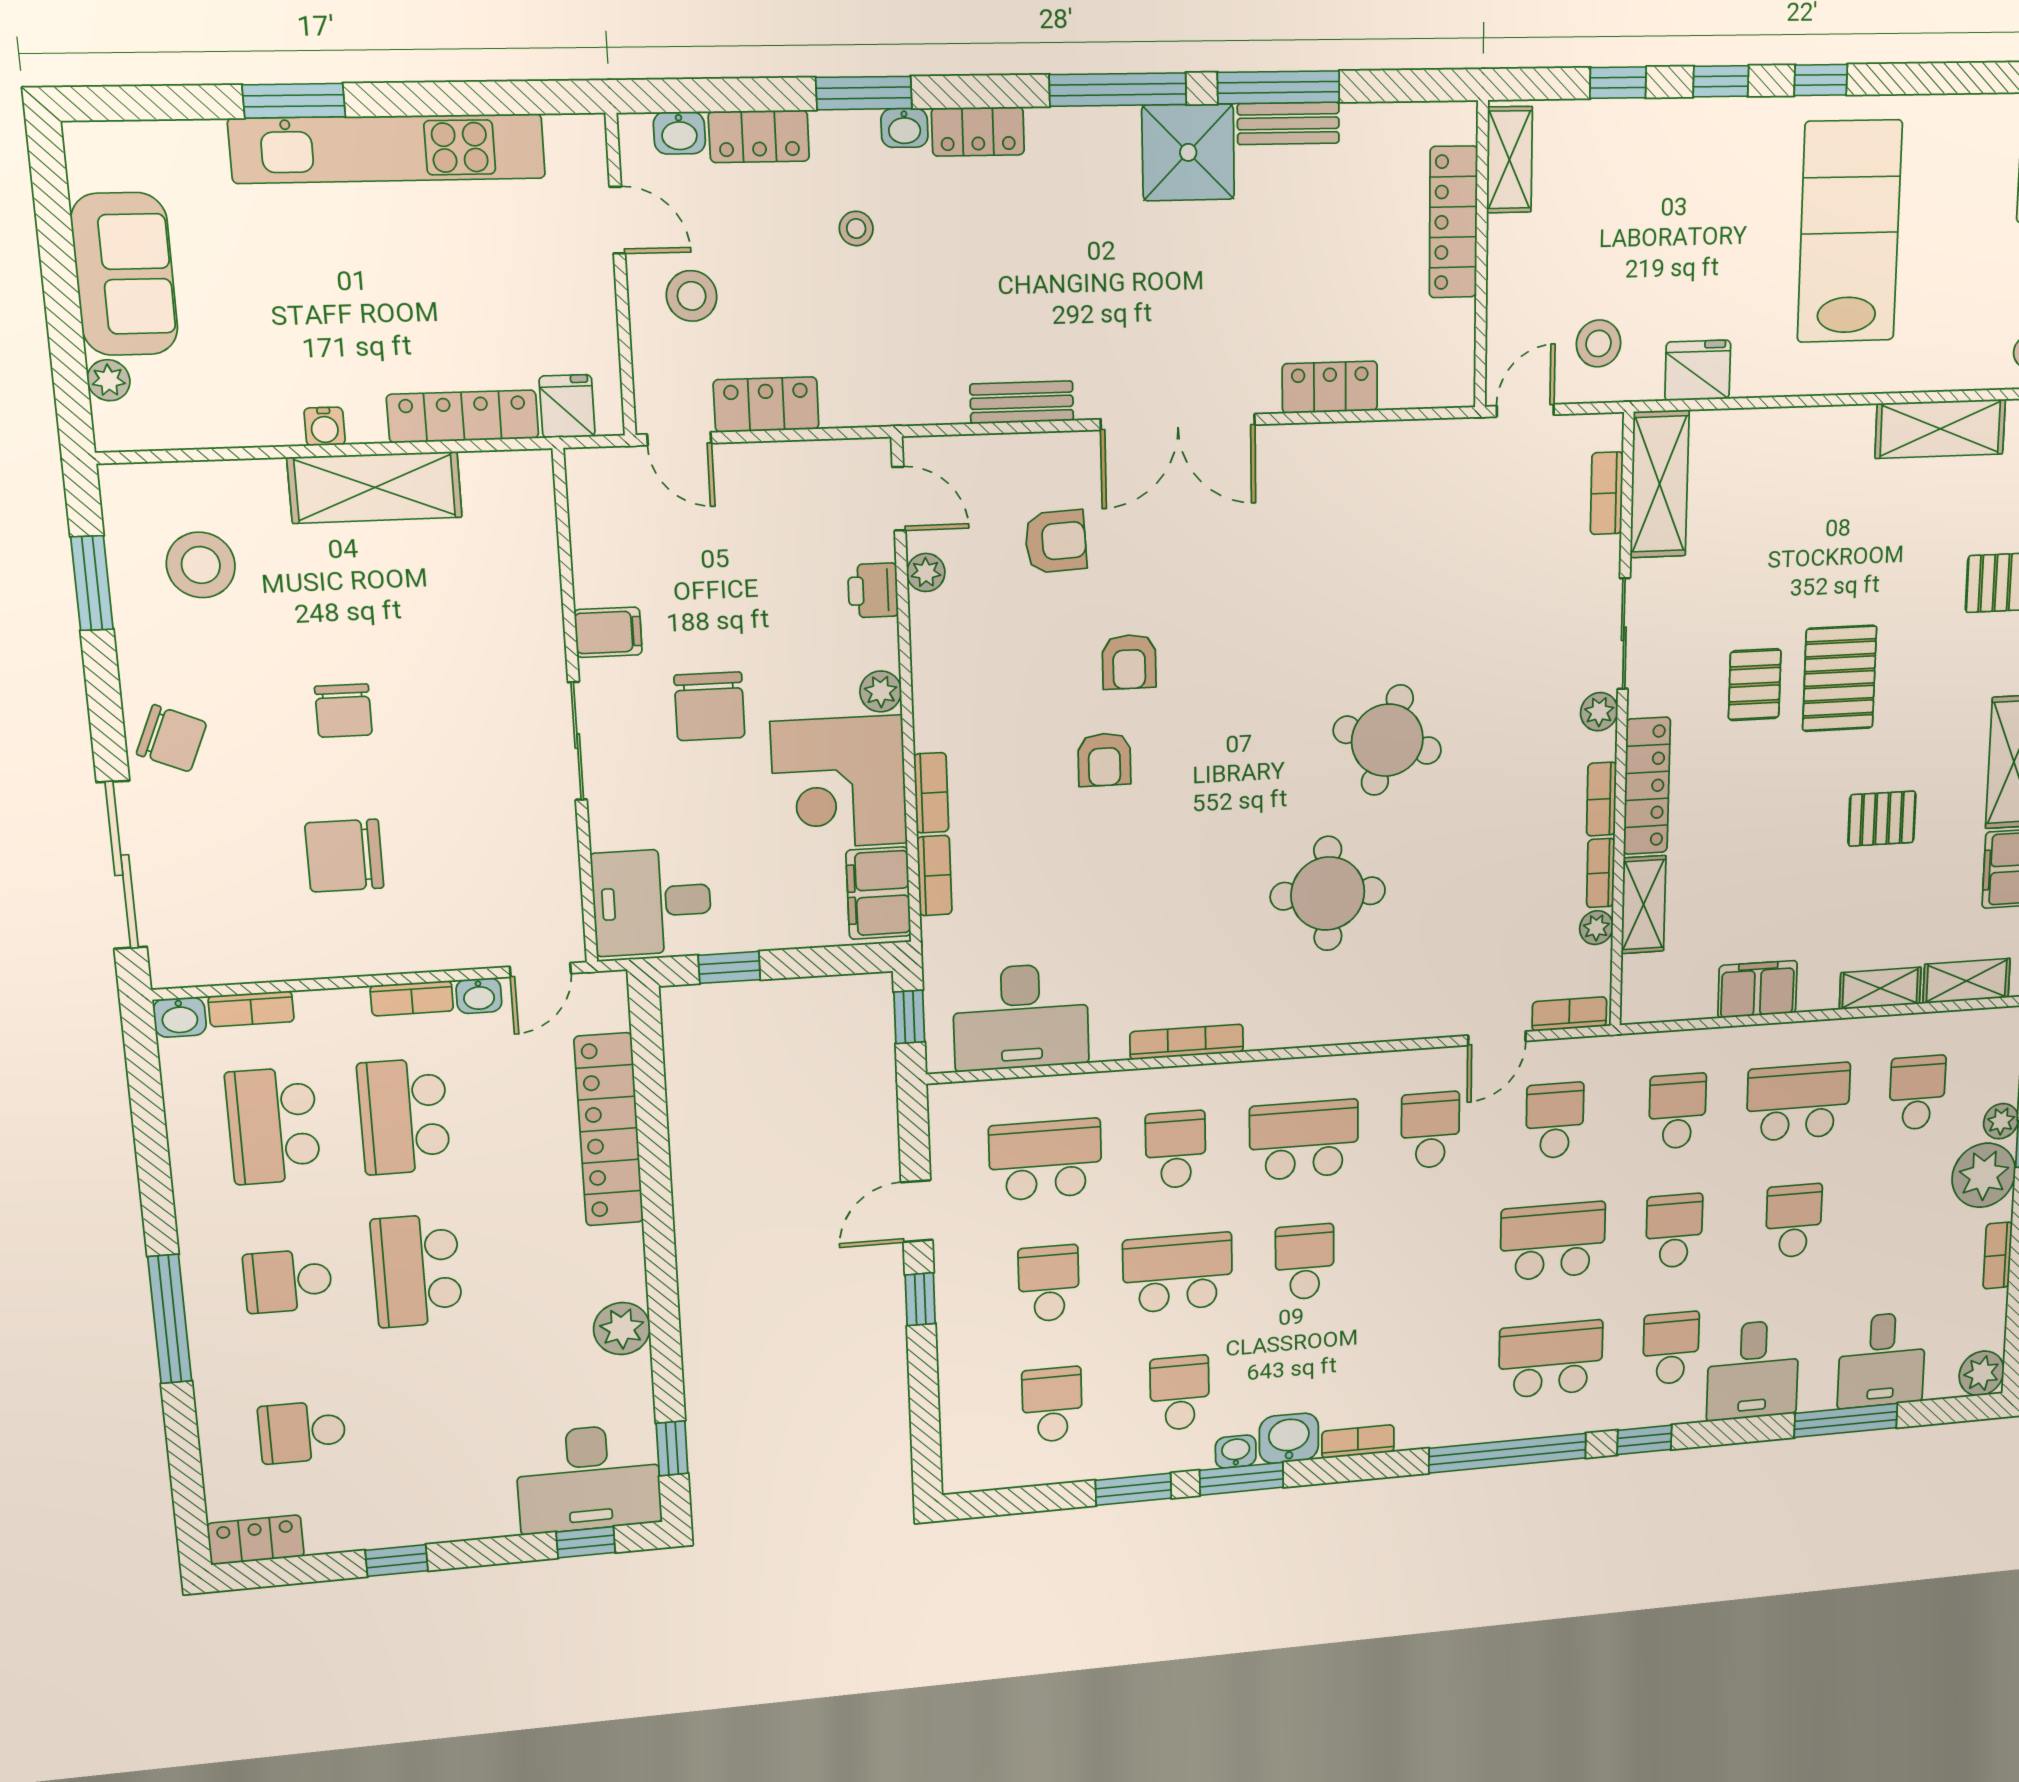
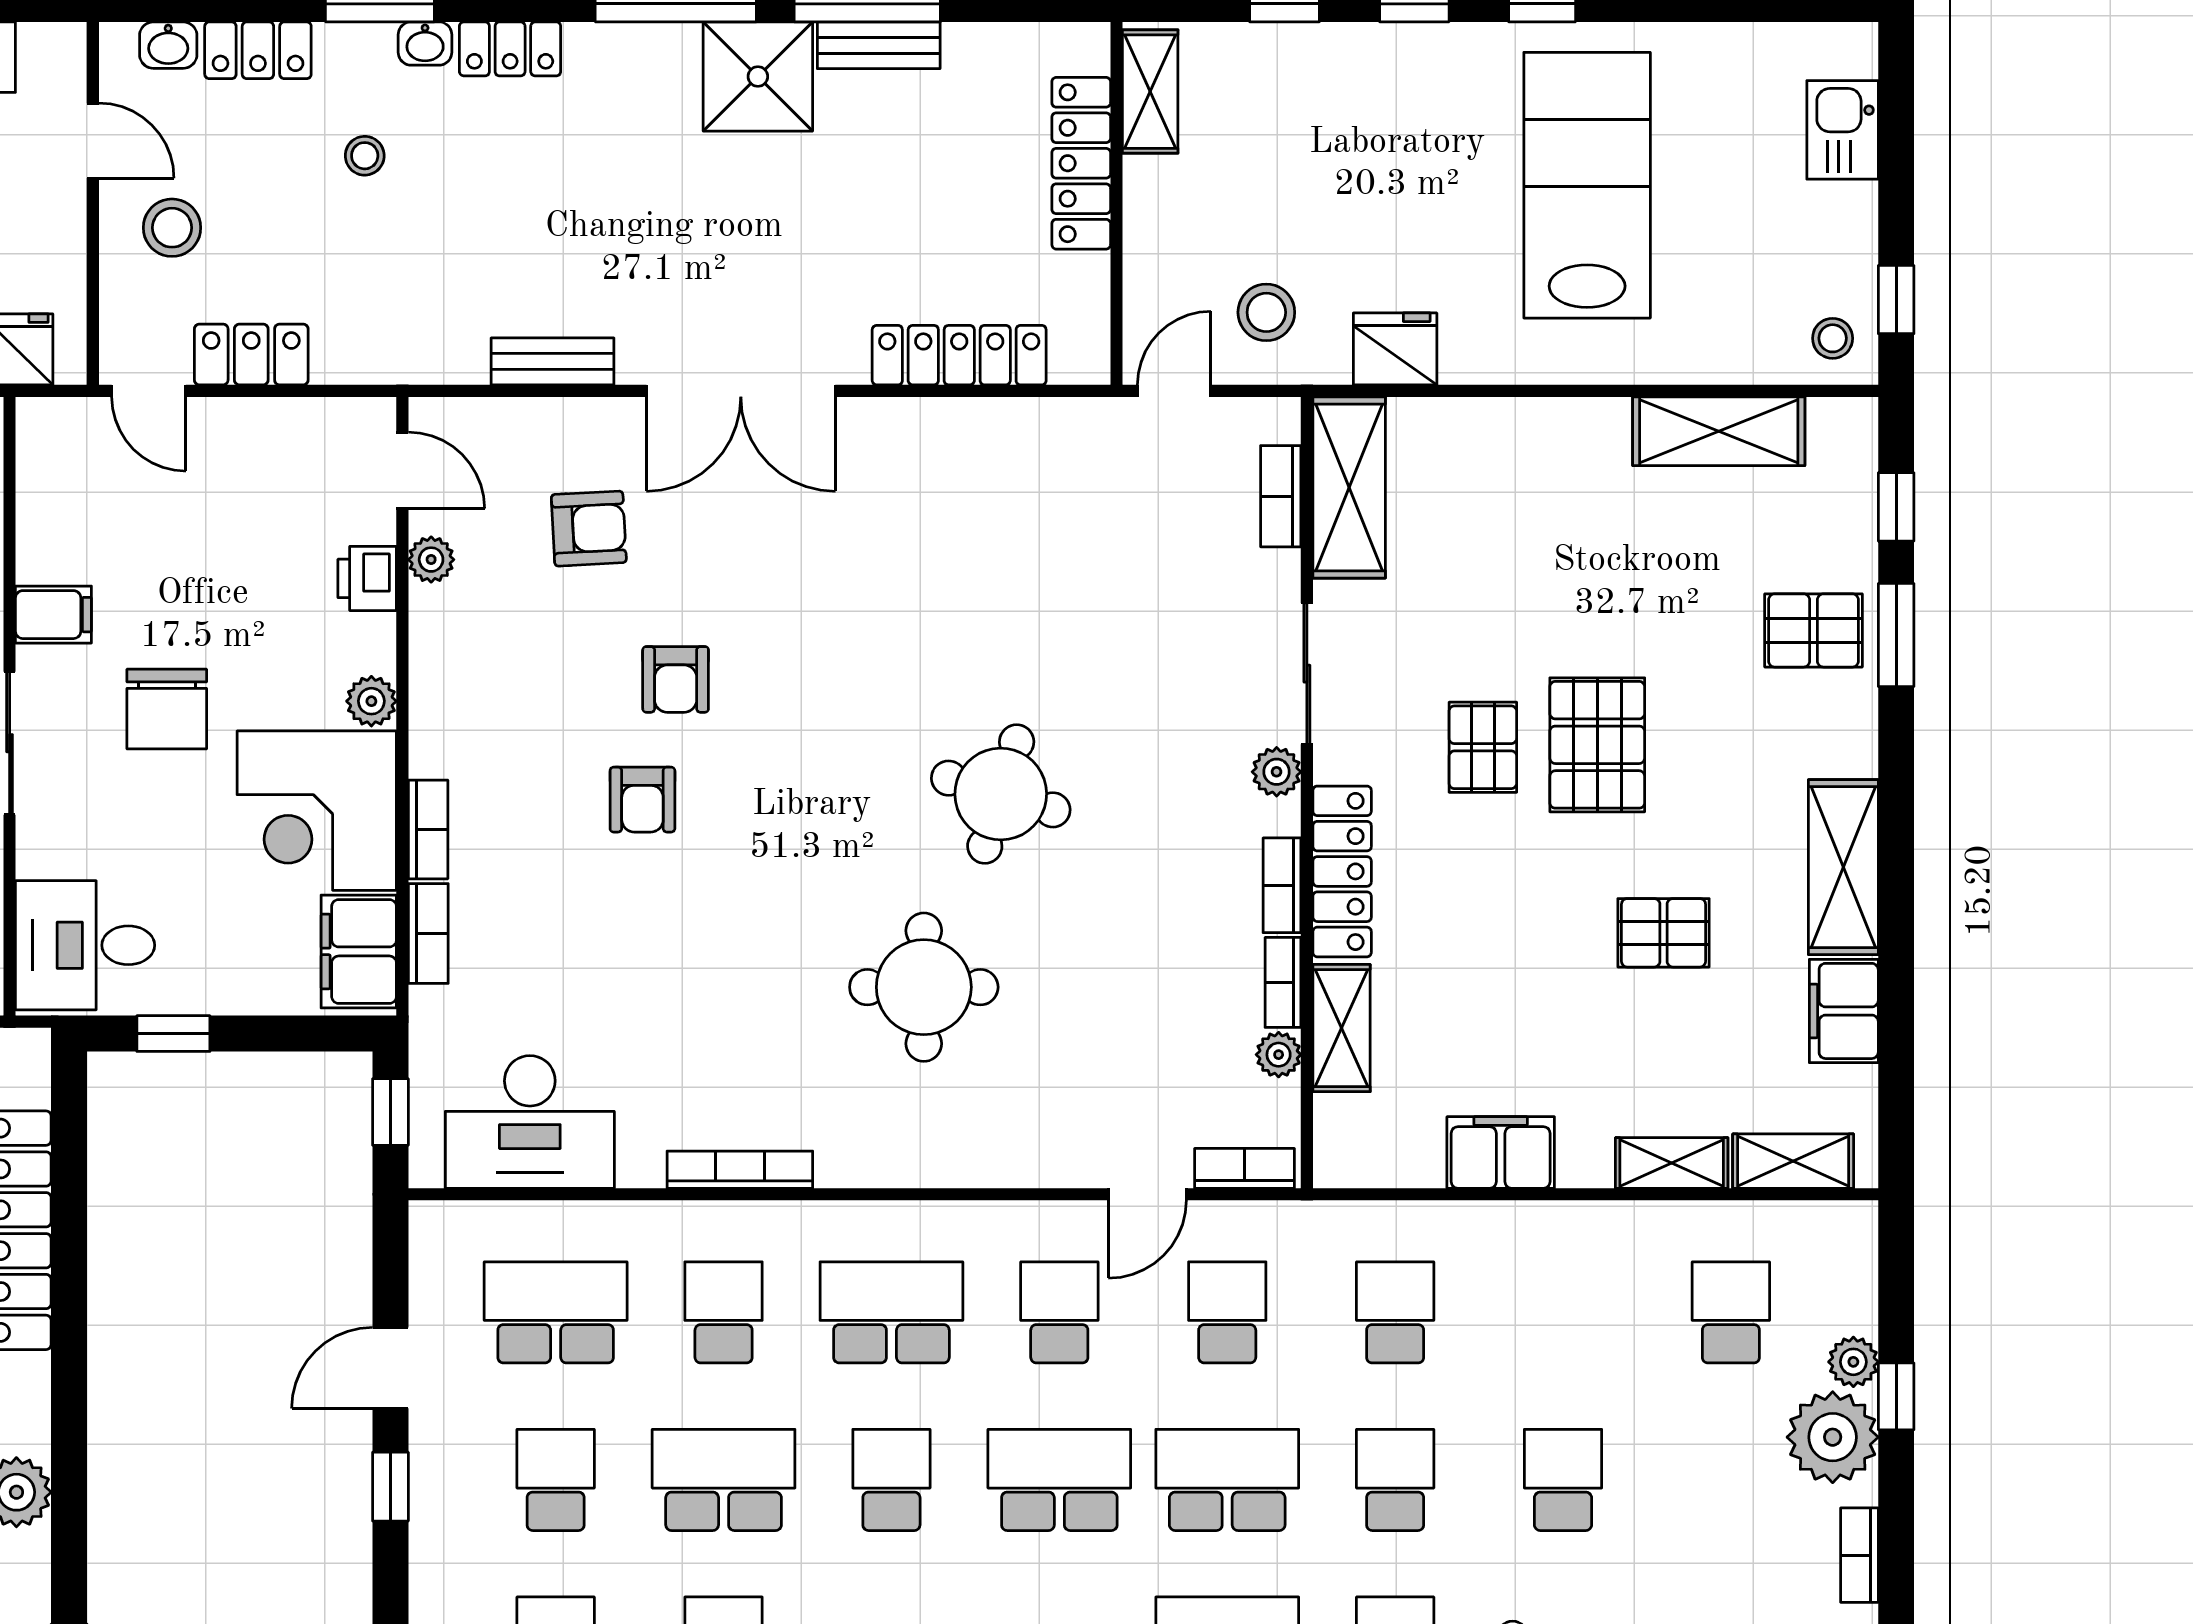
locker: (1330, 387) -> (959, 355), width x1.53
school desk: (1798, 1102) -> (1059, 1480), moved

